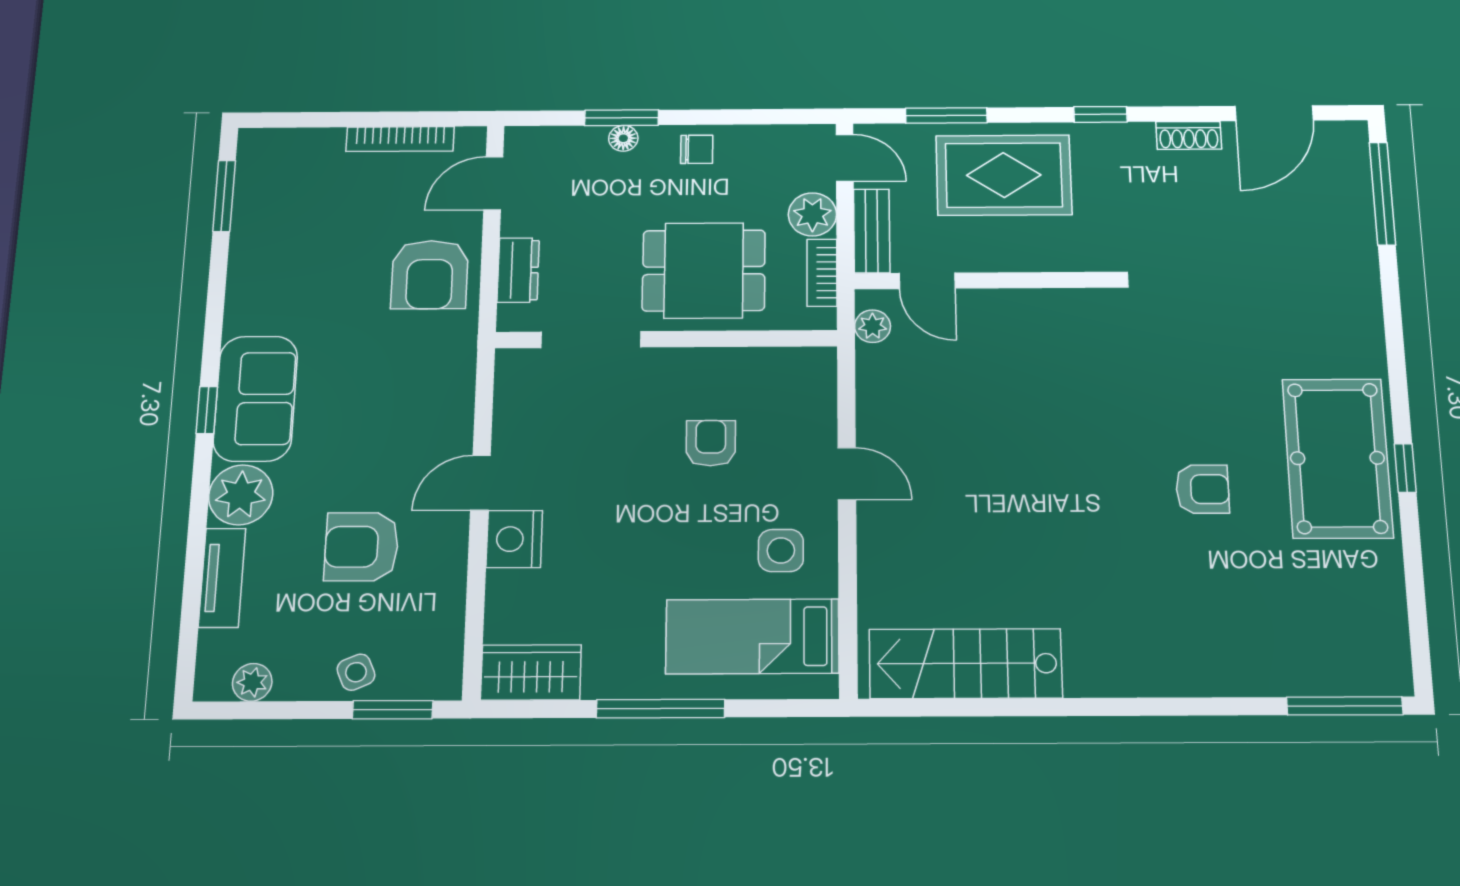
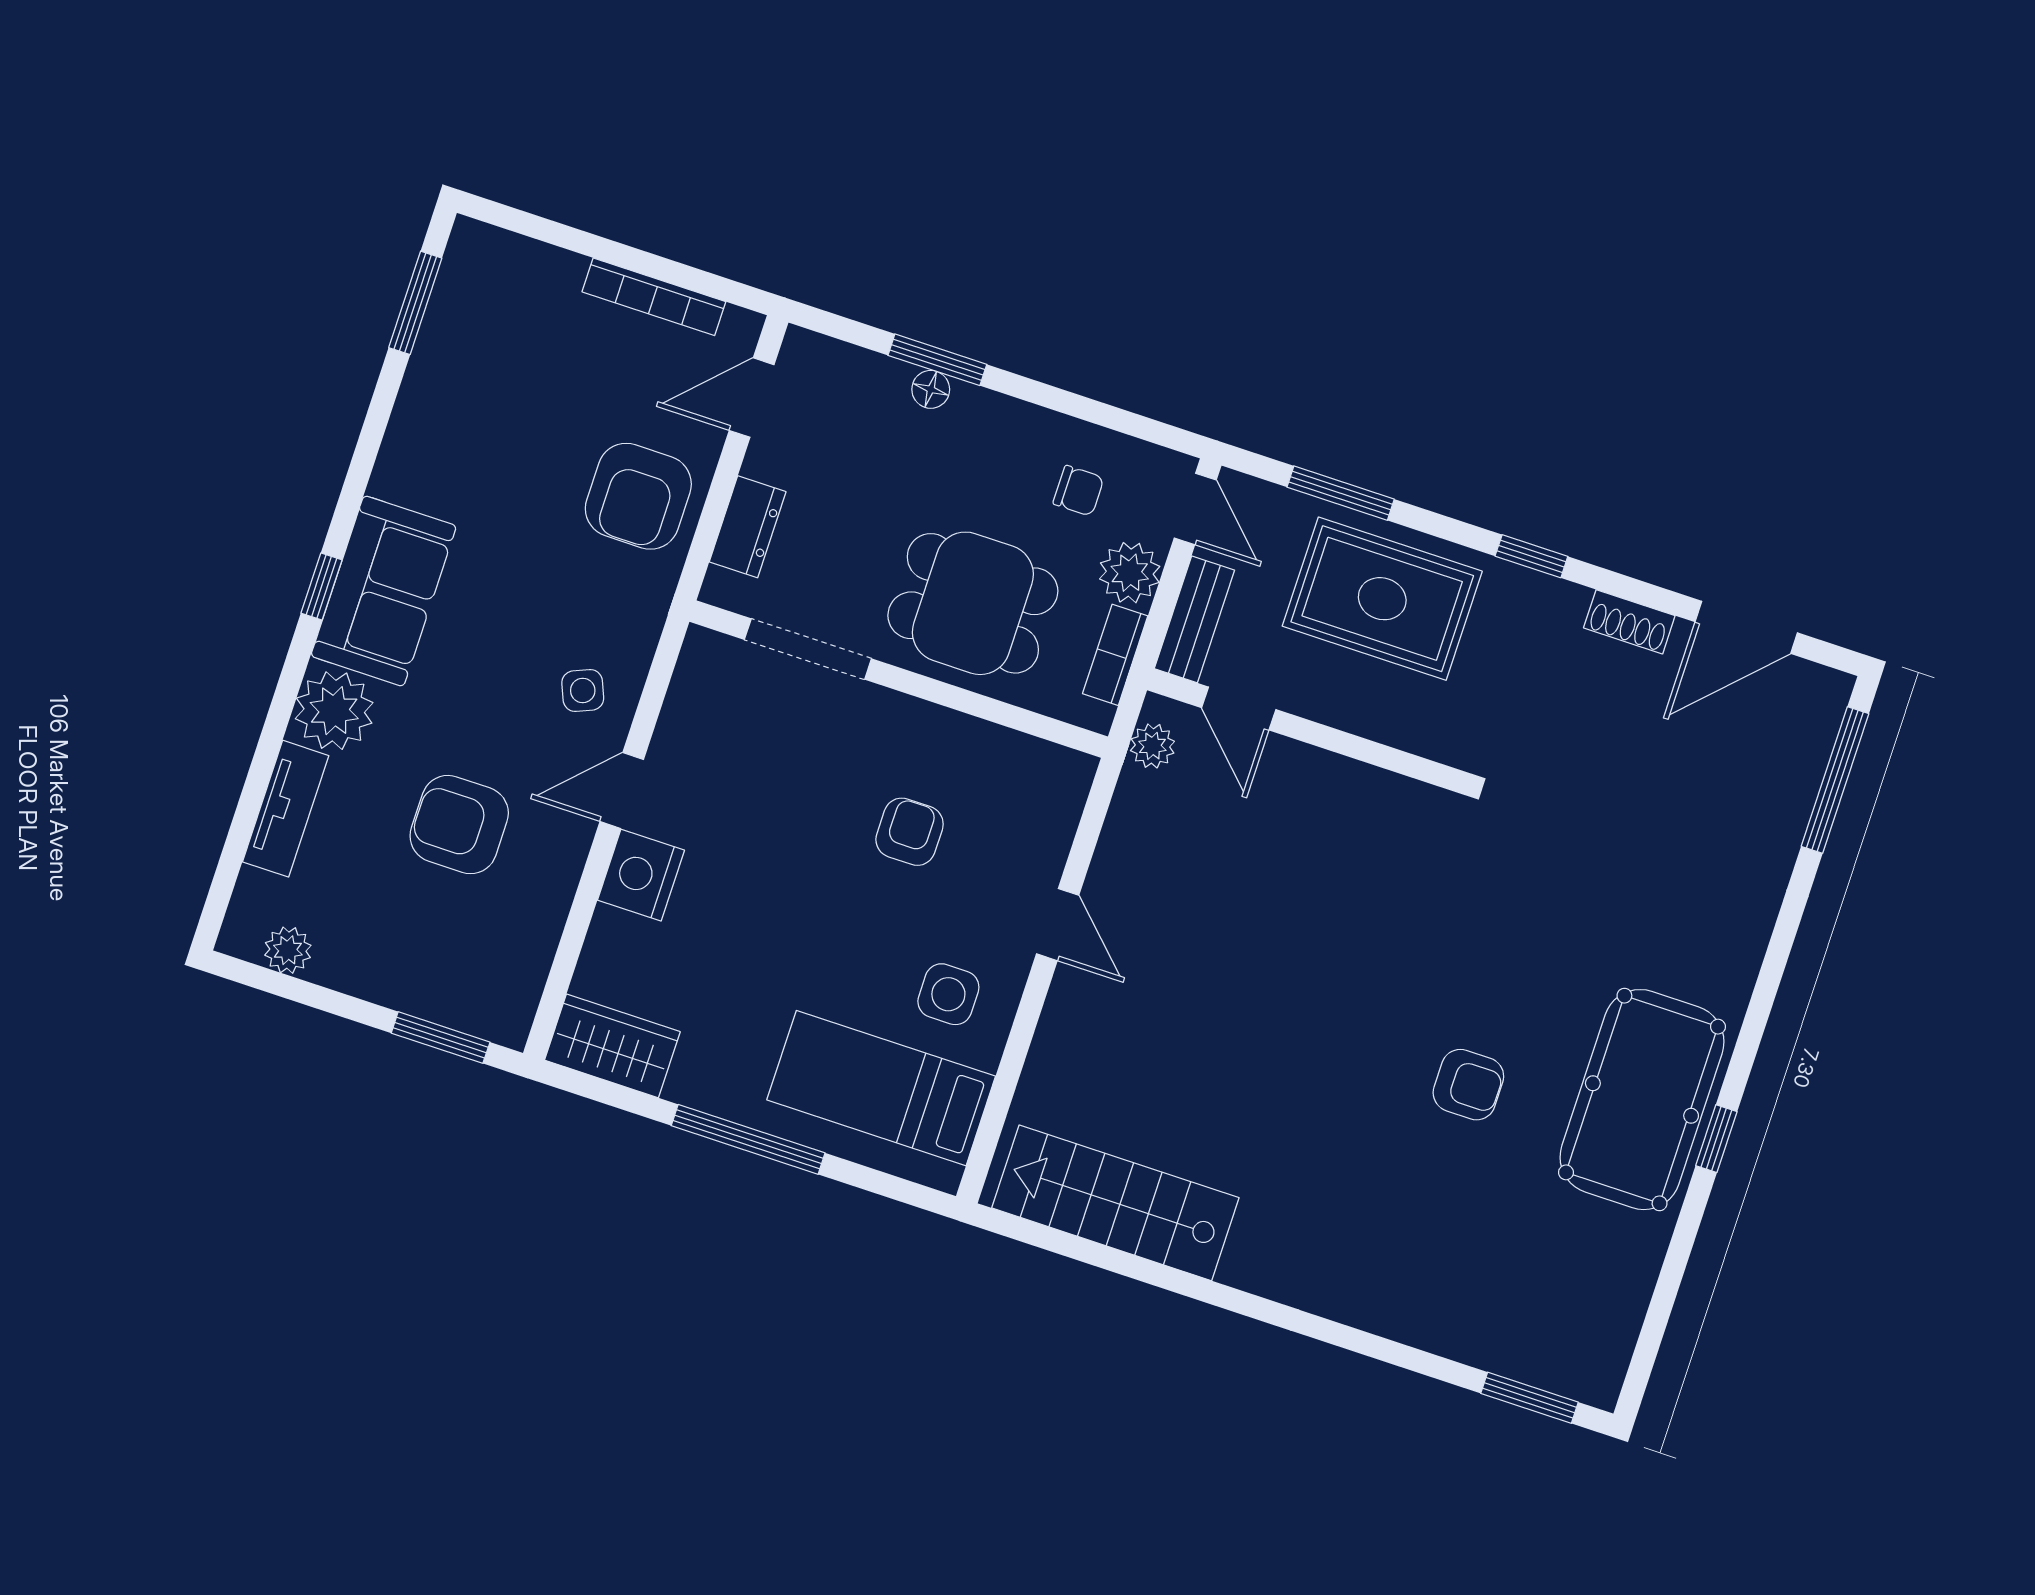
chair: (697, 149) -> (1078, 491), moved
side table: (356, 672) -> (583, 690), moved
window: (1345, 706) -> (1530, 1398), width x0.69

